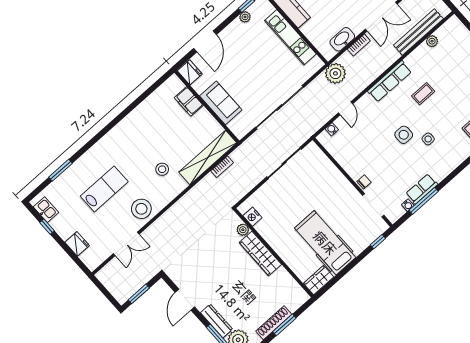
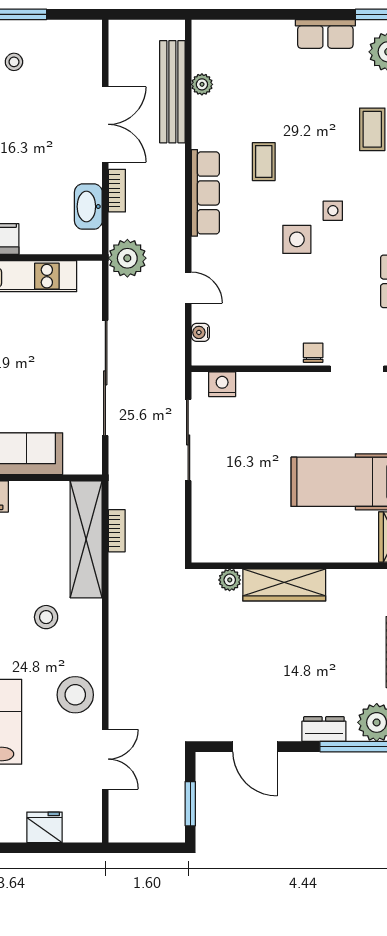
nightstand: (252, 217) -> (222, 384), moved, turned 180
dresser: (217, 321) -> (324, 729), width x0.70

